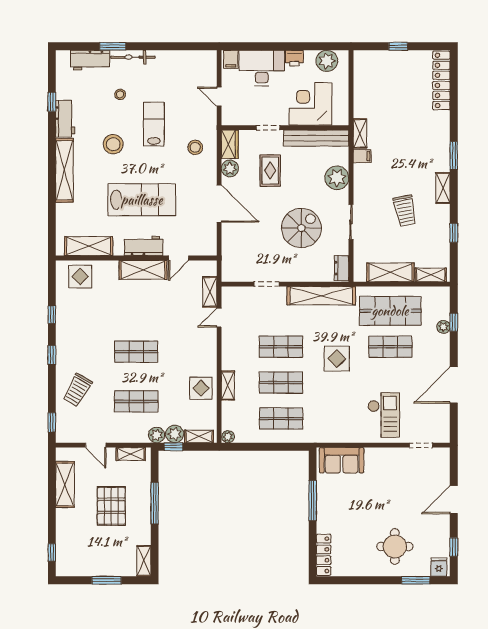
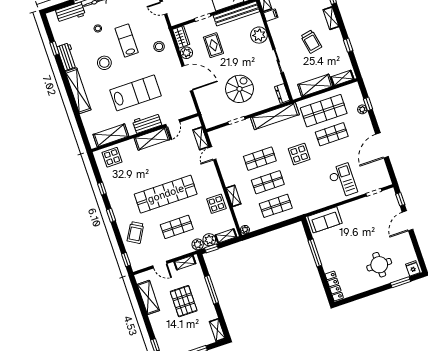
spiral stairs: (301, 228) -> (240, 89), moved
shop shelf: (136, 352) -> (166, 194), width x2.00, depth x1.36
window: (454, 547) -> (400, 199), moved

